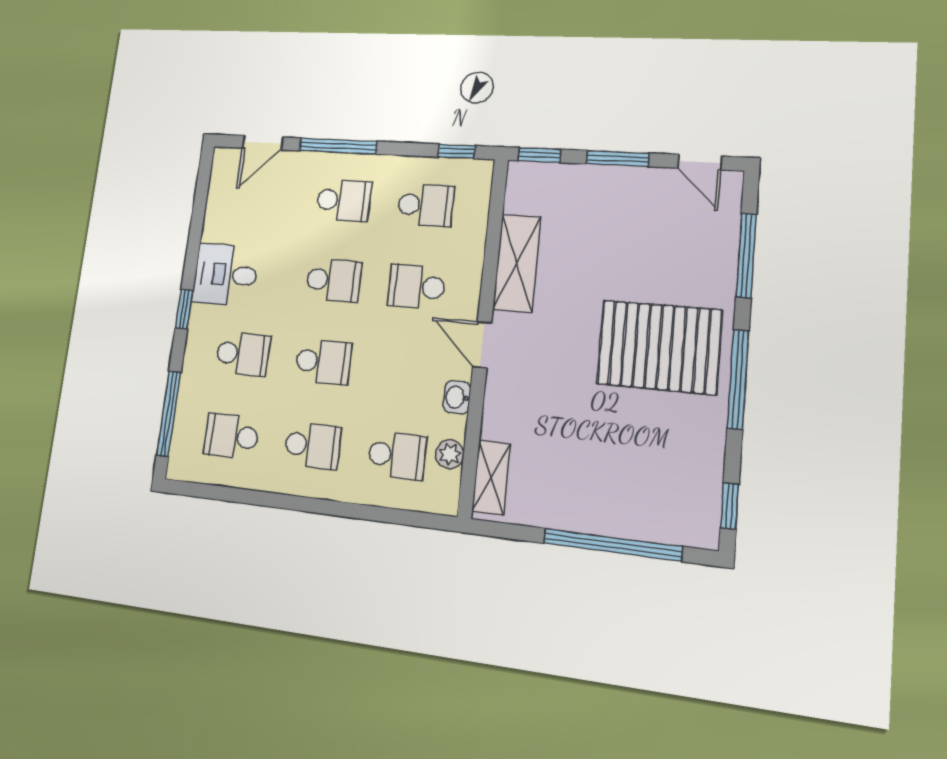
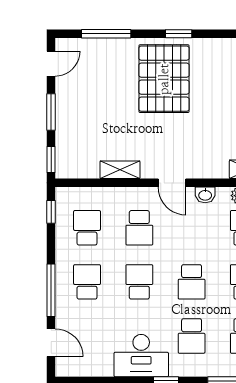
shelving: (517, 263) -> (120, 170), width x0.67, depth x0.75
desk: (225, 275) -> (141, 356), width x1.37
door: (482, 345) -> (172, 183), hinge flipped
school desk: (243, 354) -> (192, 336), turned 180
school desk: (323, 362) -> (192, 282), turned 180
window: (738, 379) -> (179, 34), width x0.46

